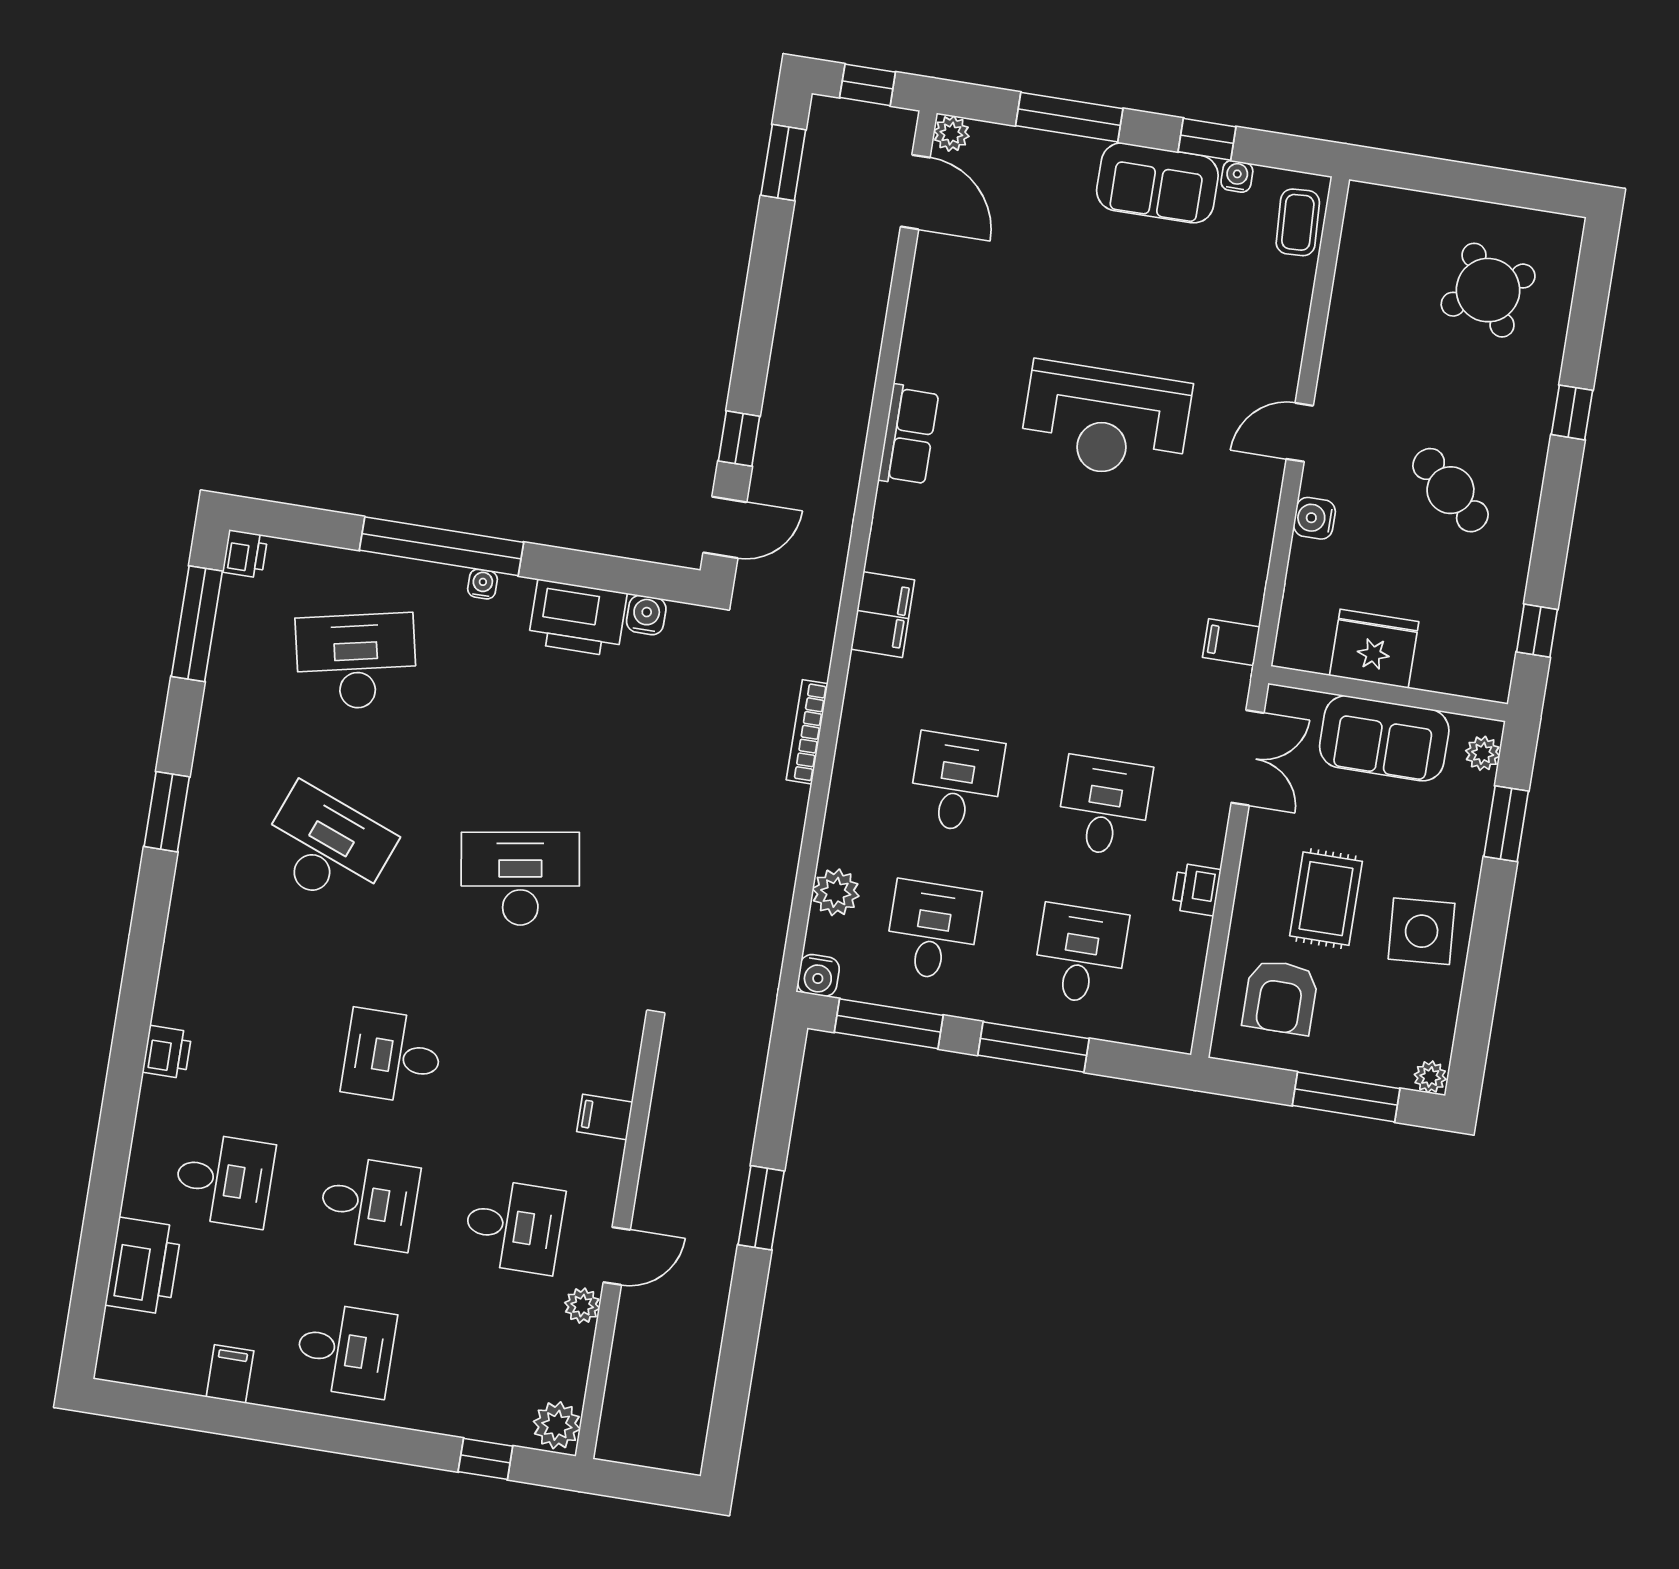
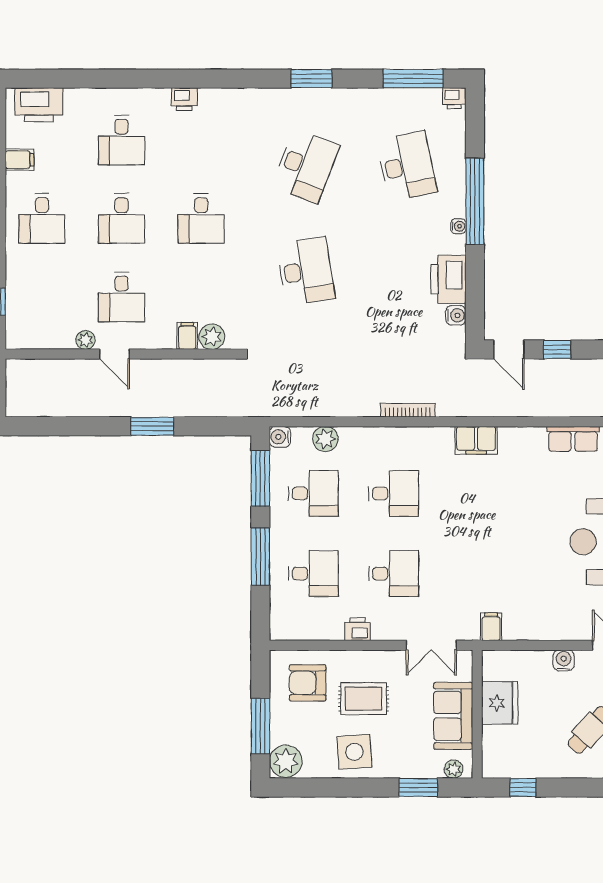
desk: (392, 1056) -> (201, 219), turned 180
plant: (1430, 1077) -> (286, 761), width x1.88, depth x1.88
printer: (144, 1266) -> (39, 105), moved
plant: (557, 1425) -> (212, 337), moved

